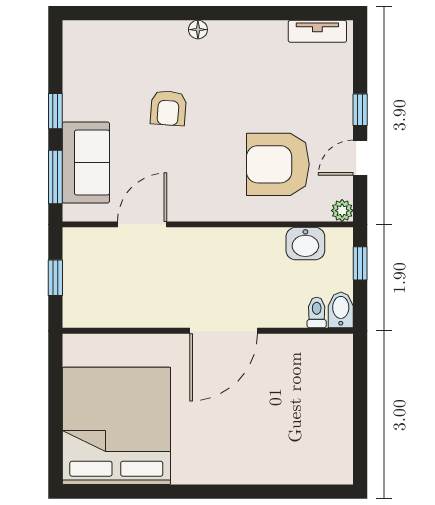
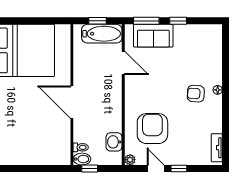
armchair: (168, 108) -> (196, 94), moved
window: (360, 263) -> (90, 168), moved
bathtub: (82, 269) -> (102, 34), added

